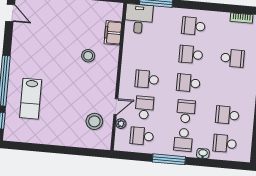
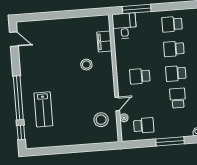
school desk: (144, 108) -> (142, 101), removed
school desk: (142, 136) -> (144, 125), turned 180
school desk: (183, 140) -> (180, 123), removed

